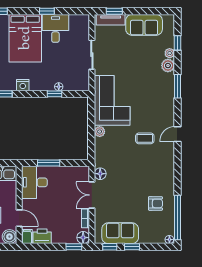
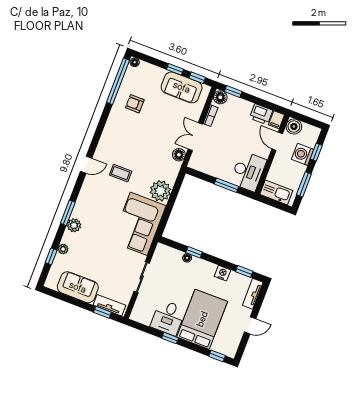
plant: (168, 66) -> (74, 225), moved
plant: (100, 132) -> (160, 191), width x1.88, depth x1.88
double door: (92, 195) -> (195, 137), swing flipped

